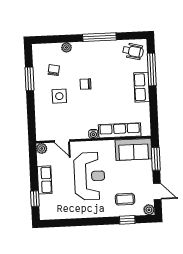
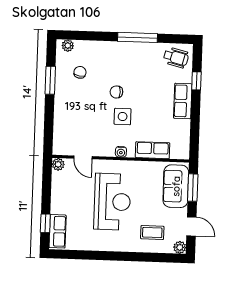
plant: (66, 47) -> (68, 46), moved
window: (152, 69) -> (196, 81), width x0.46
side table: (59, 96) -> (123, 117), moved
row of seats: (120, 130) -> (153, 150), width x0.68
sofa: (133, 149) -> (176, 186), moved, turned 90
row of seats: (45, 180) -> (58, 231), moved
window: (127, 220) -> (153, 257), removed

